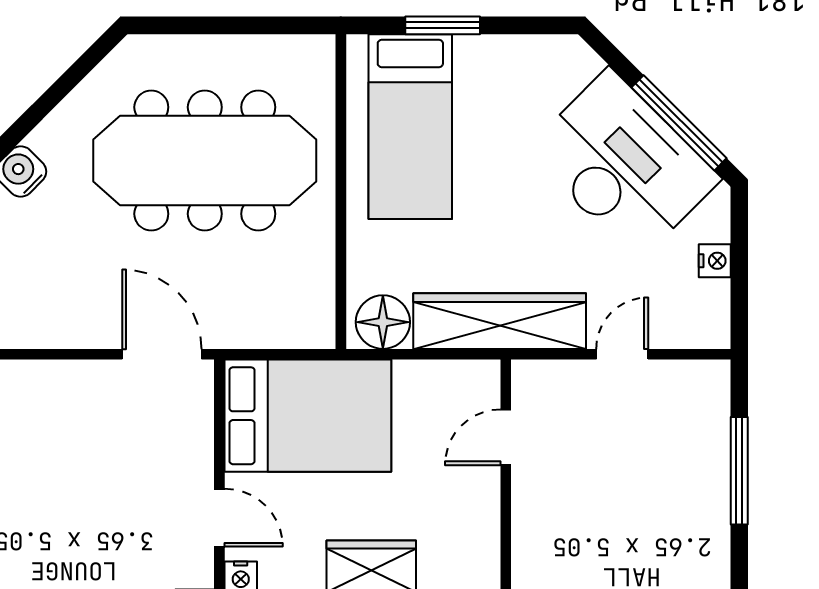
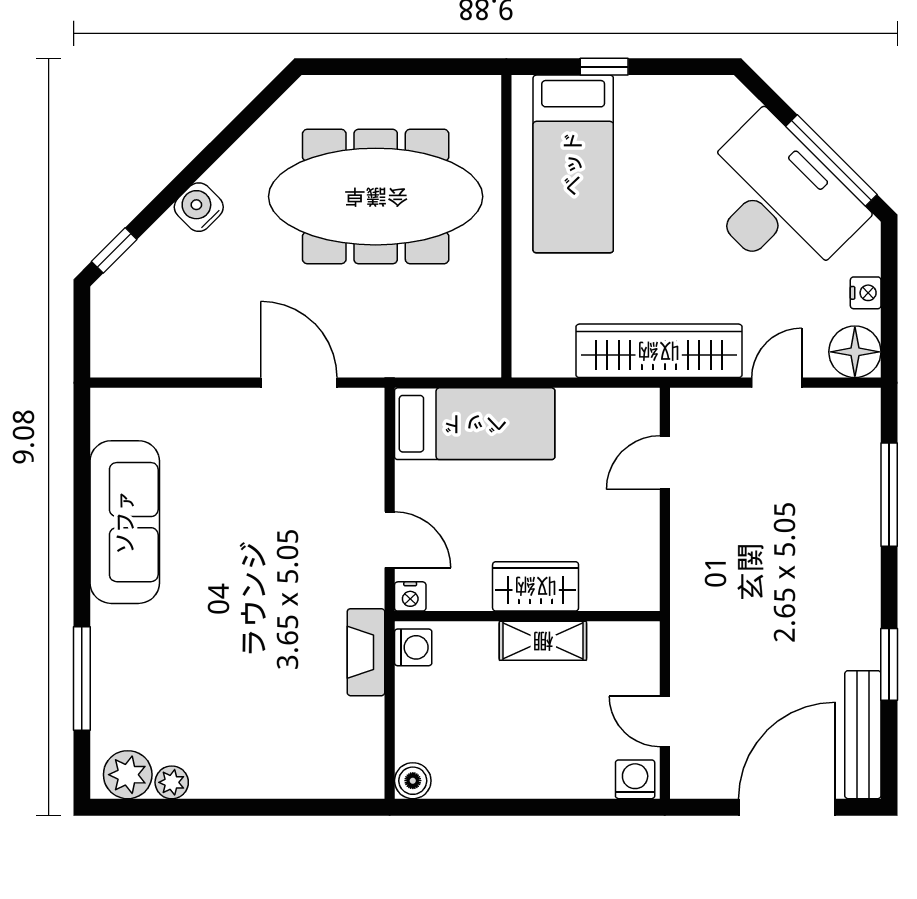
window: (443, 25) -> (604, 67), width x0.67
floor lamp: (383, 322) -> (855, 352), moved
door: (162, 354) -> (299, 383), moved
bed: (308, 416) -> (475, 424), width x0.67

